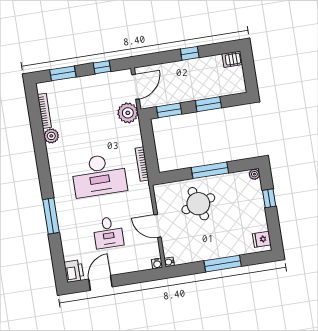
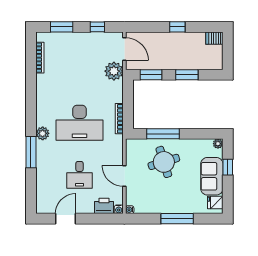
door: (135, 87) -> (124, 49), hinge flipped
plant: (51, 136) -> (43, 133), moved
window: (210, 170) -> (163, 134), moved
sofa: (253, 211) -> (212, 176), added
printer: (74, 271) -> (104, 206), moved, turned -90

